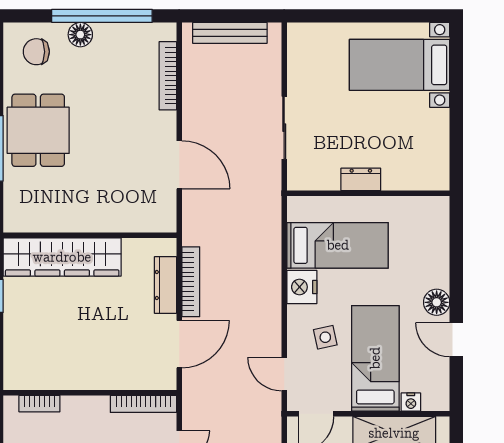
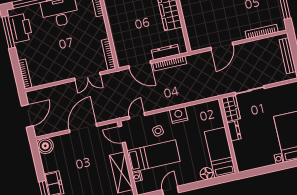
wardrobe: (313, 175) -> (231, 108), added
bed: (338, 245) -> (220, 152), moved, turned 180
floor lamp: (437, 302) -> (206, 174), moved

